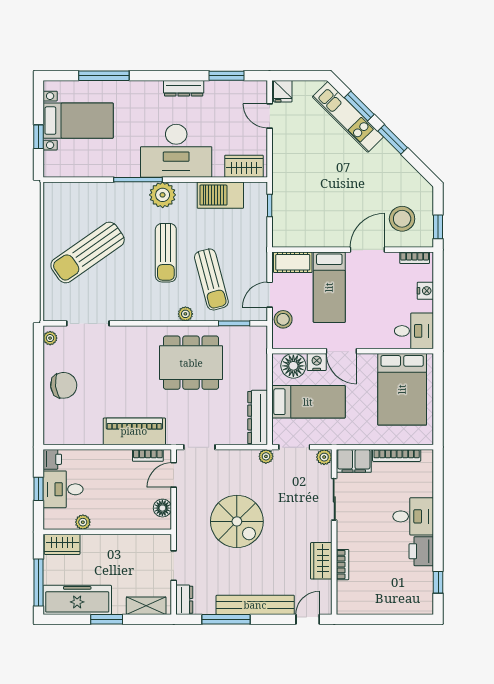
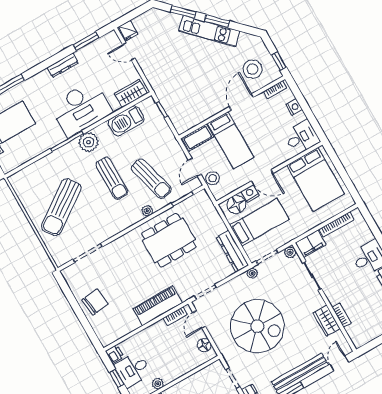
kitchen unit: (348, 117) -> (209, 31), moved
plant: (50, 338) -> (69, 276), removed
spiral stairs: (237, 521) -> (257, 326), width x1.37, depth x1.37

